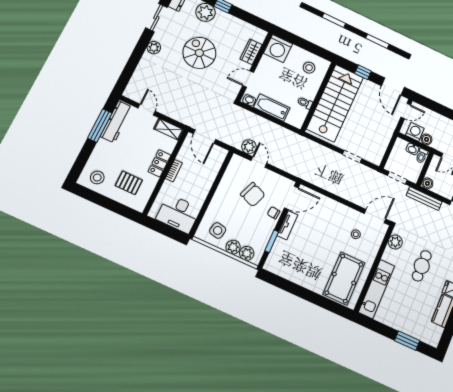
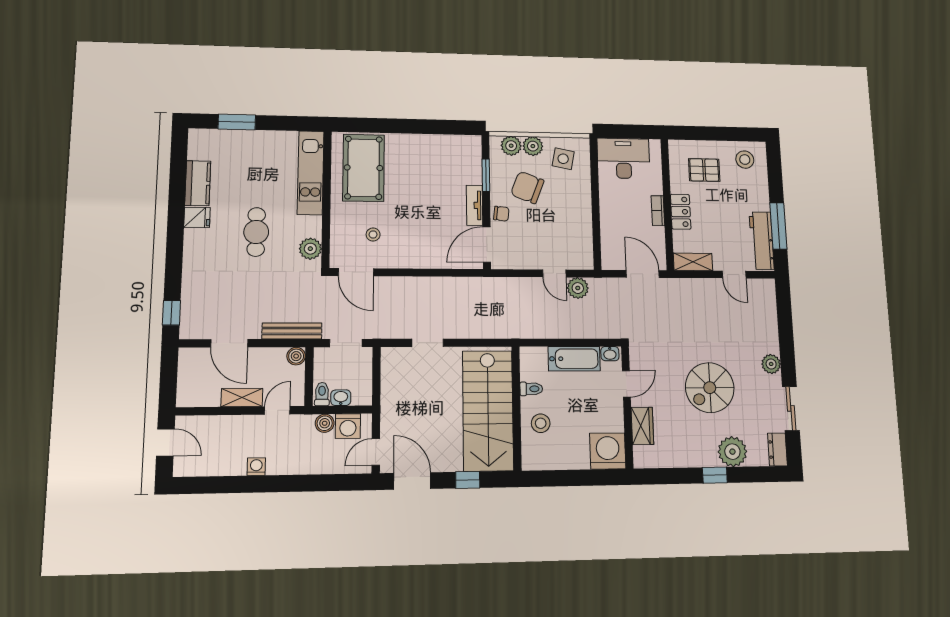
spiral stairs: (199, 53) -> (710, 388), turned 90
stool: (309, 68) -> (541, 423), moved
chair: (253, 195) -> (527, 187), moved
door: (375, 216) -> (356, 272), hinge flipped

